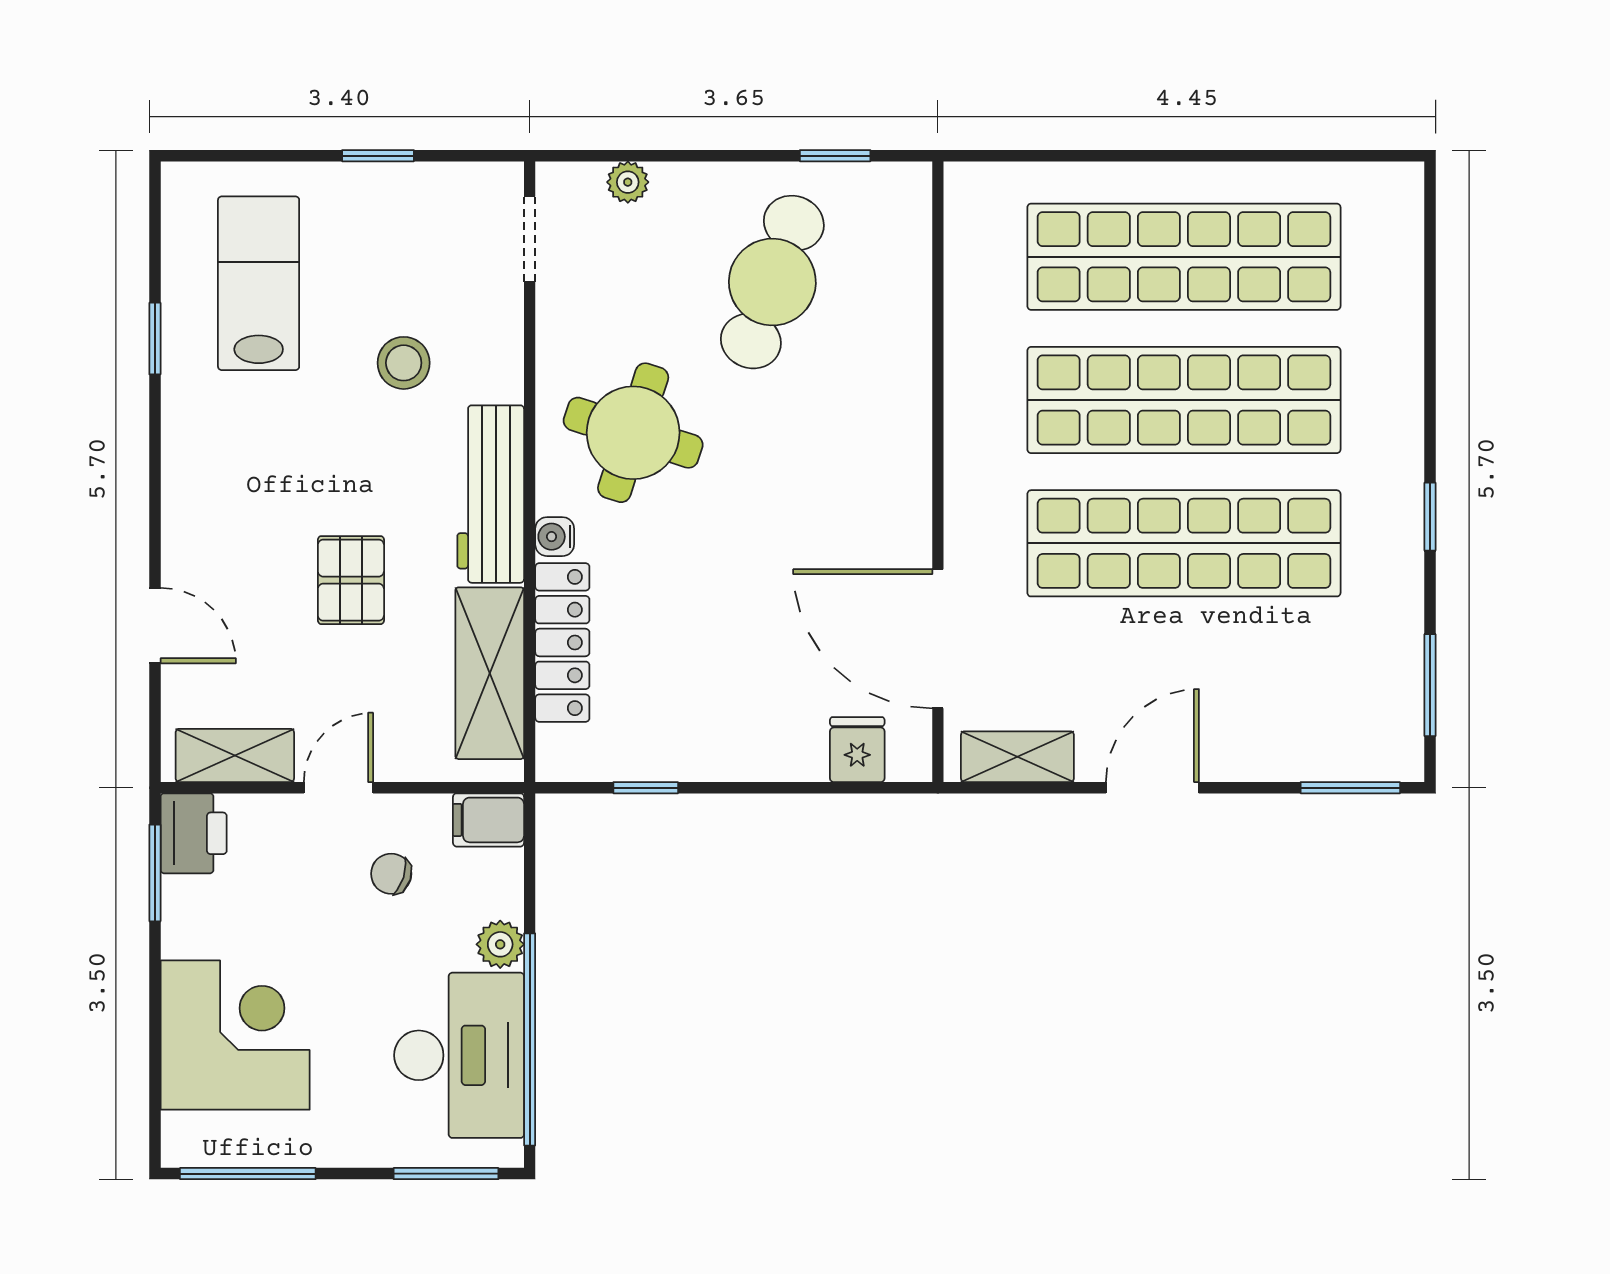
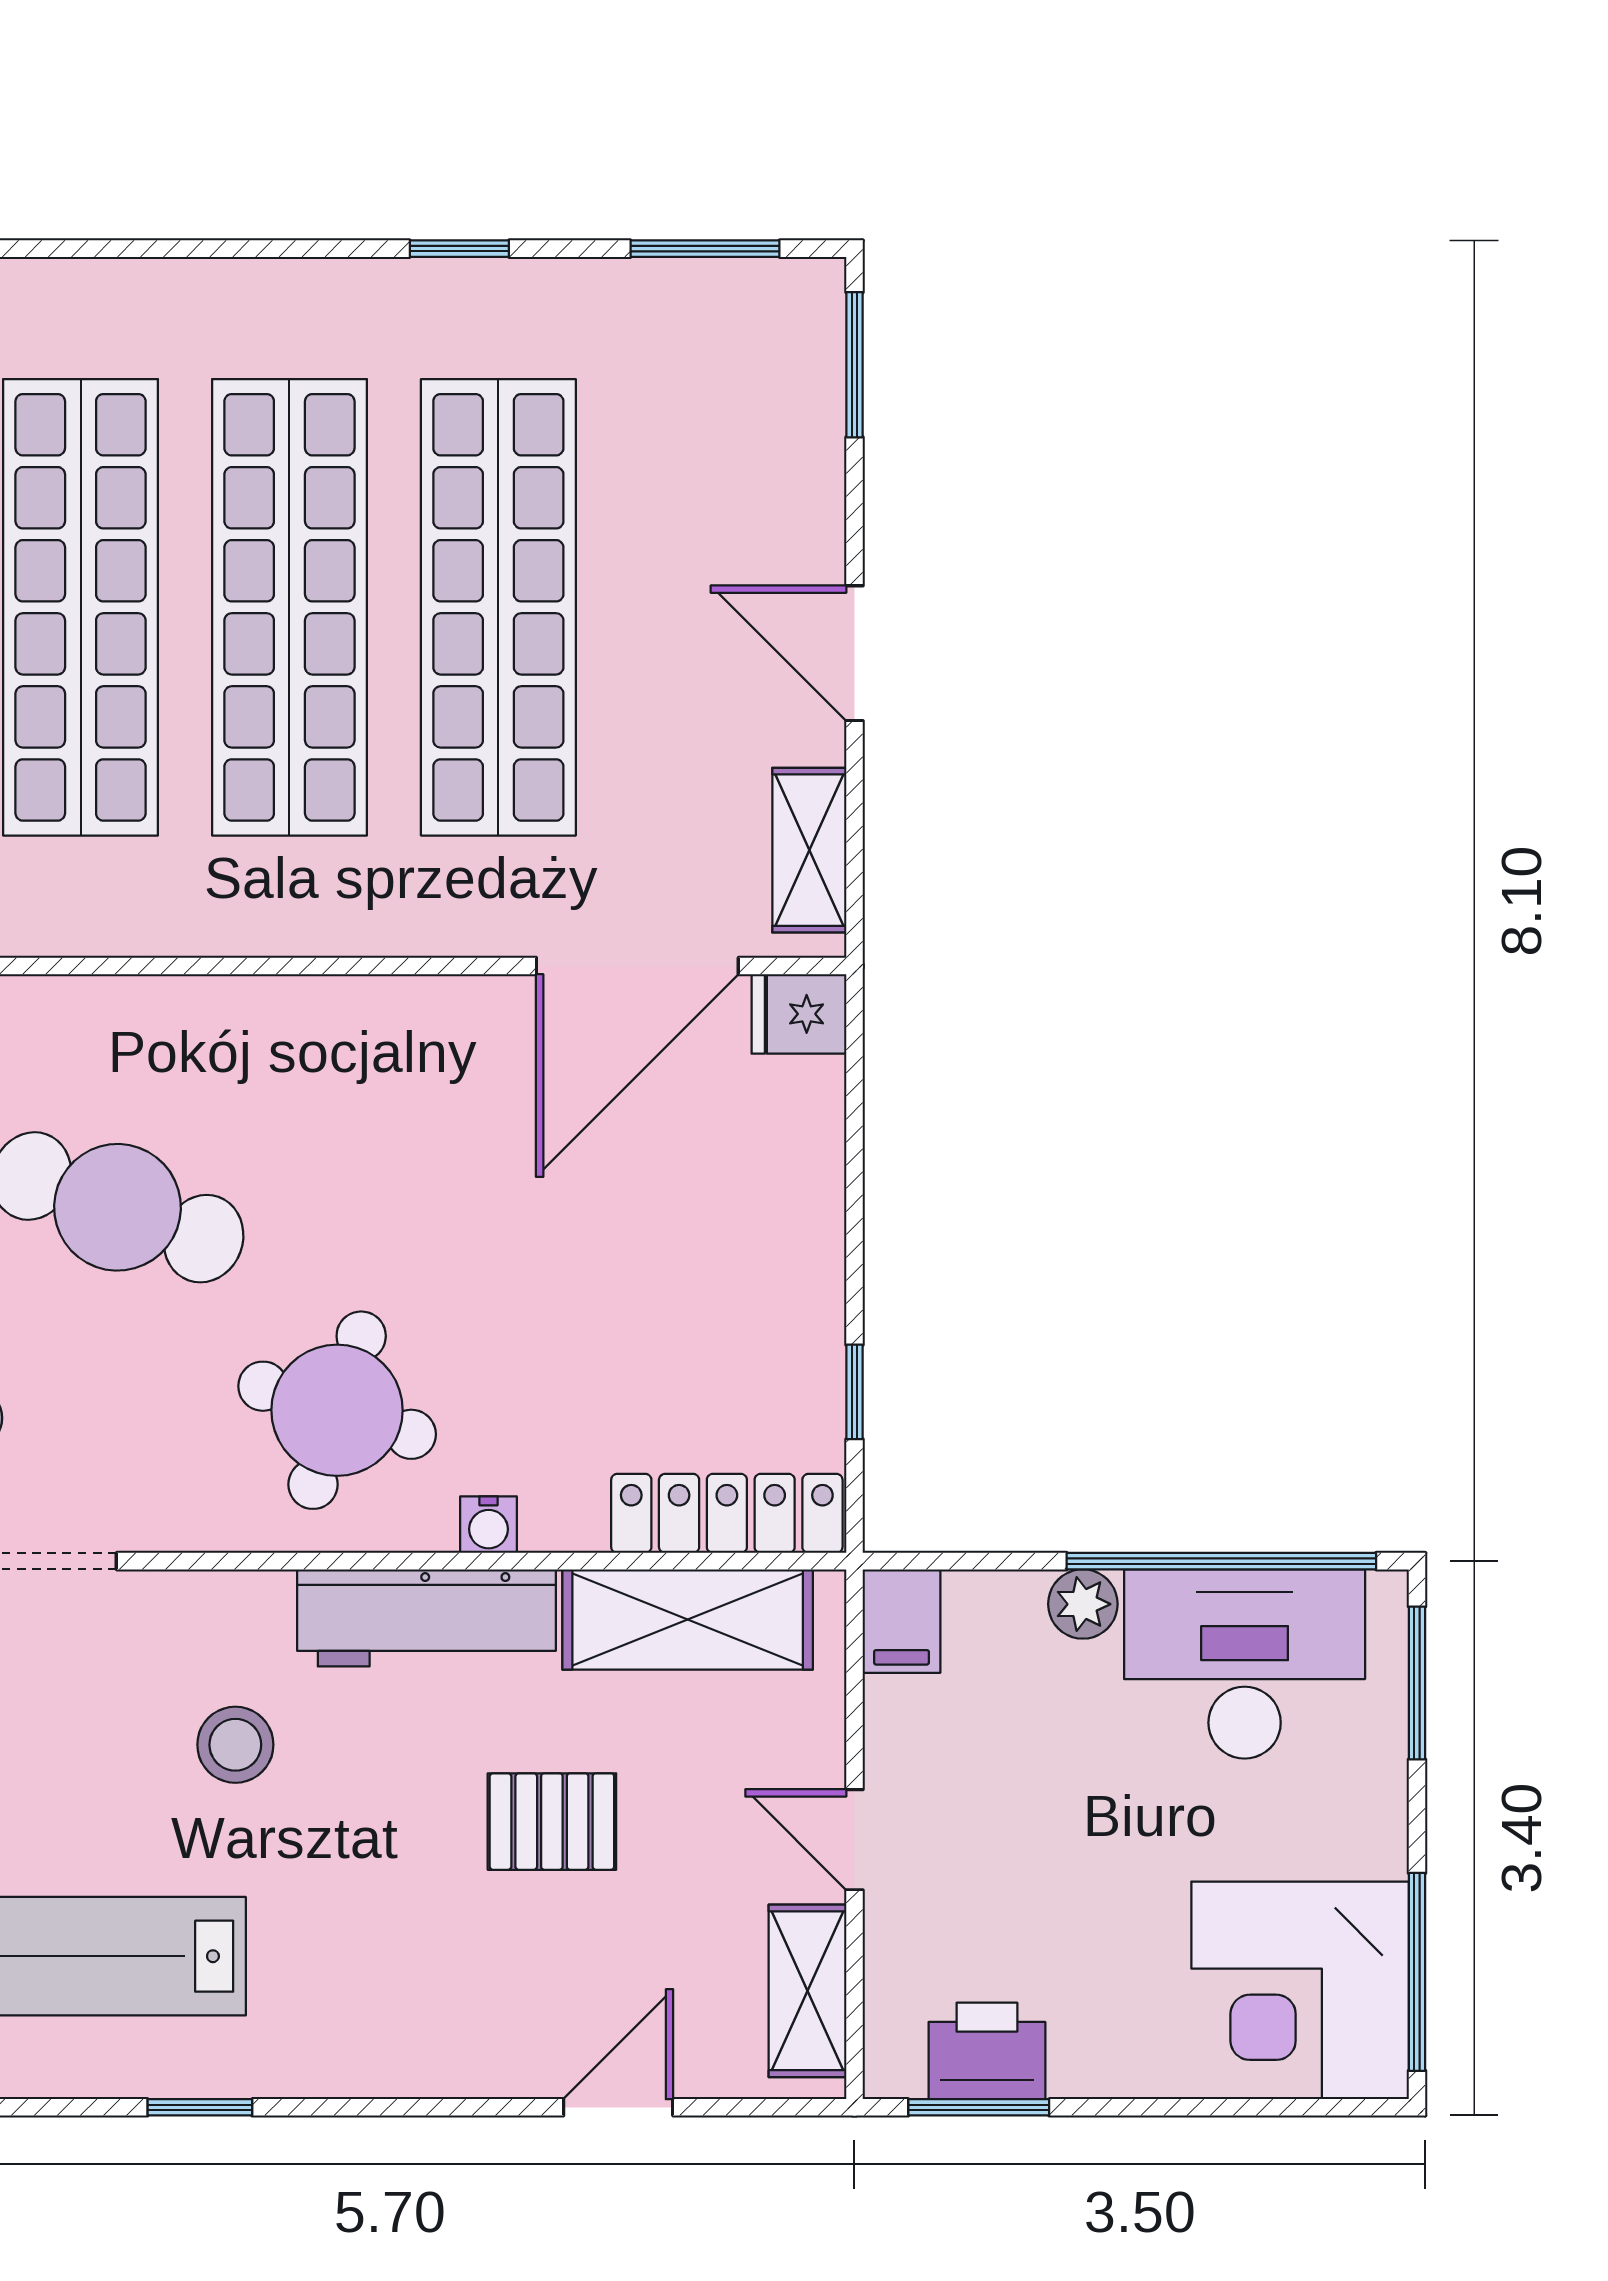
locker: (562, 642) -> (727, 1513), moved
fridge: (857, 750) -> (799, 1014), moved
printer: (194, 833) -> (987, 2051), moved
chair: (391, 874) -> (980, 1763), removed
corner desk: (235, 1035) -> (1300, 1990), moved, turned -90

